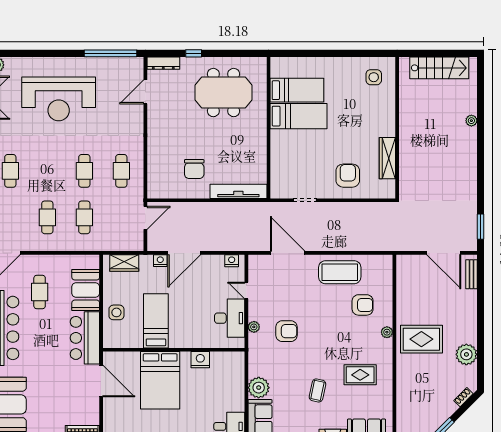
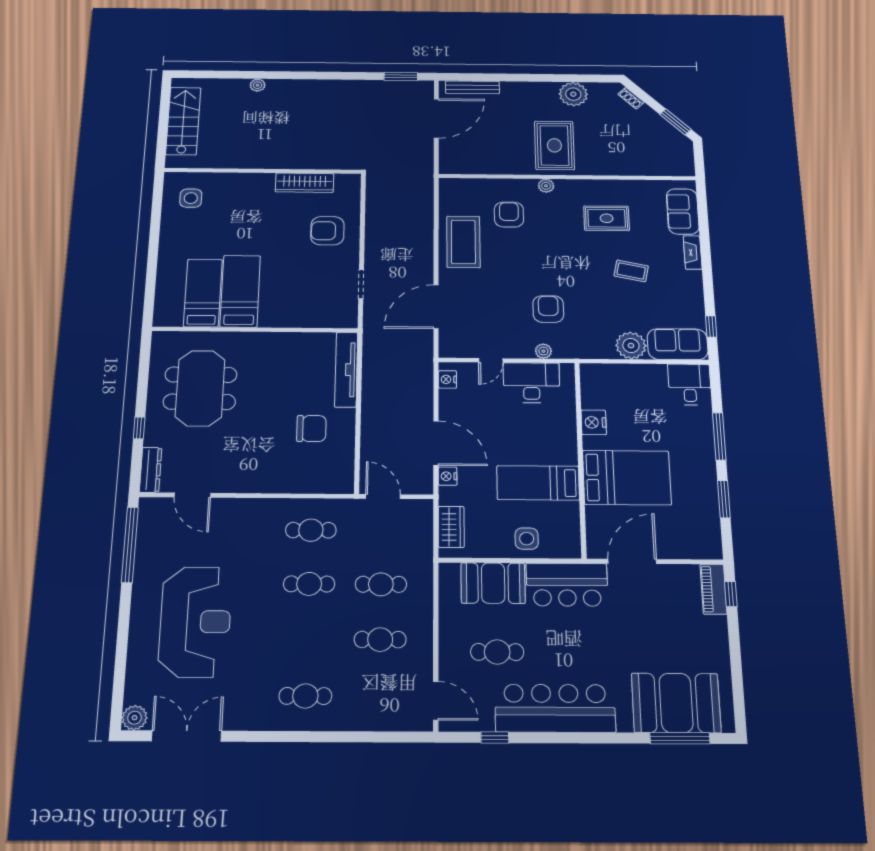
bench: (472, 274) -> (472, 87), width x1.36
rug: (360, 375) -> (607, 218), turned 90

